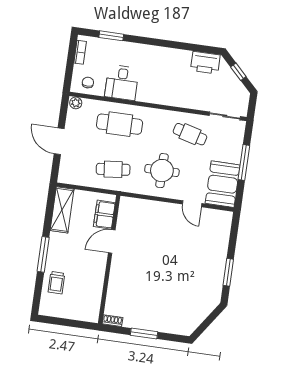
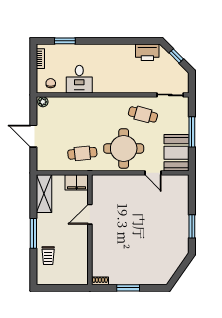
cafe table: (120, 124) -> (82, 114), removed
round table: (162, 171) -> (124, 148), width x1.36, depth x1.36
filing cabinet: (104, 215) -> (77, 182), moved, turned -90

